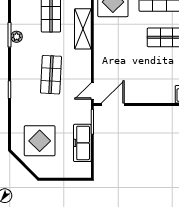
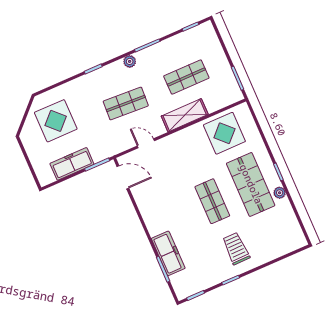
plant: (17, 37) -> (130, 61), moved
door: (92, 91) -> (146, 143), moved

